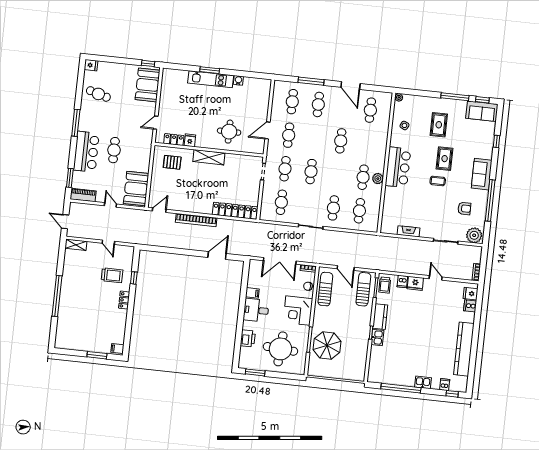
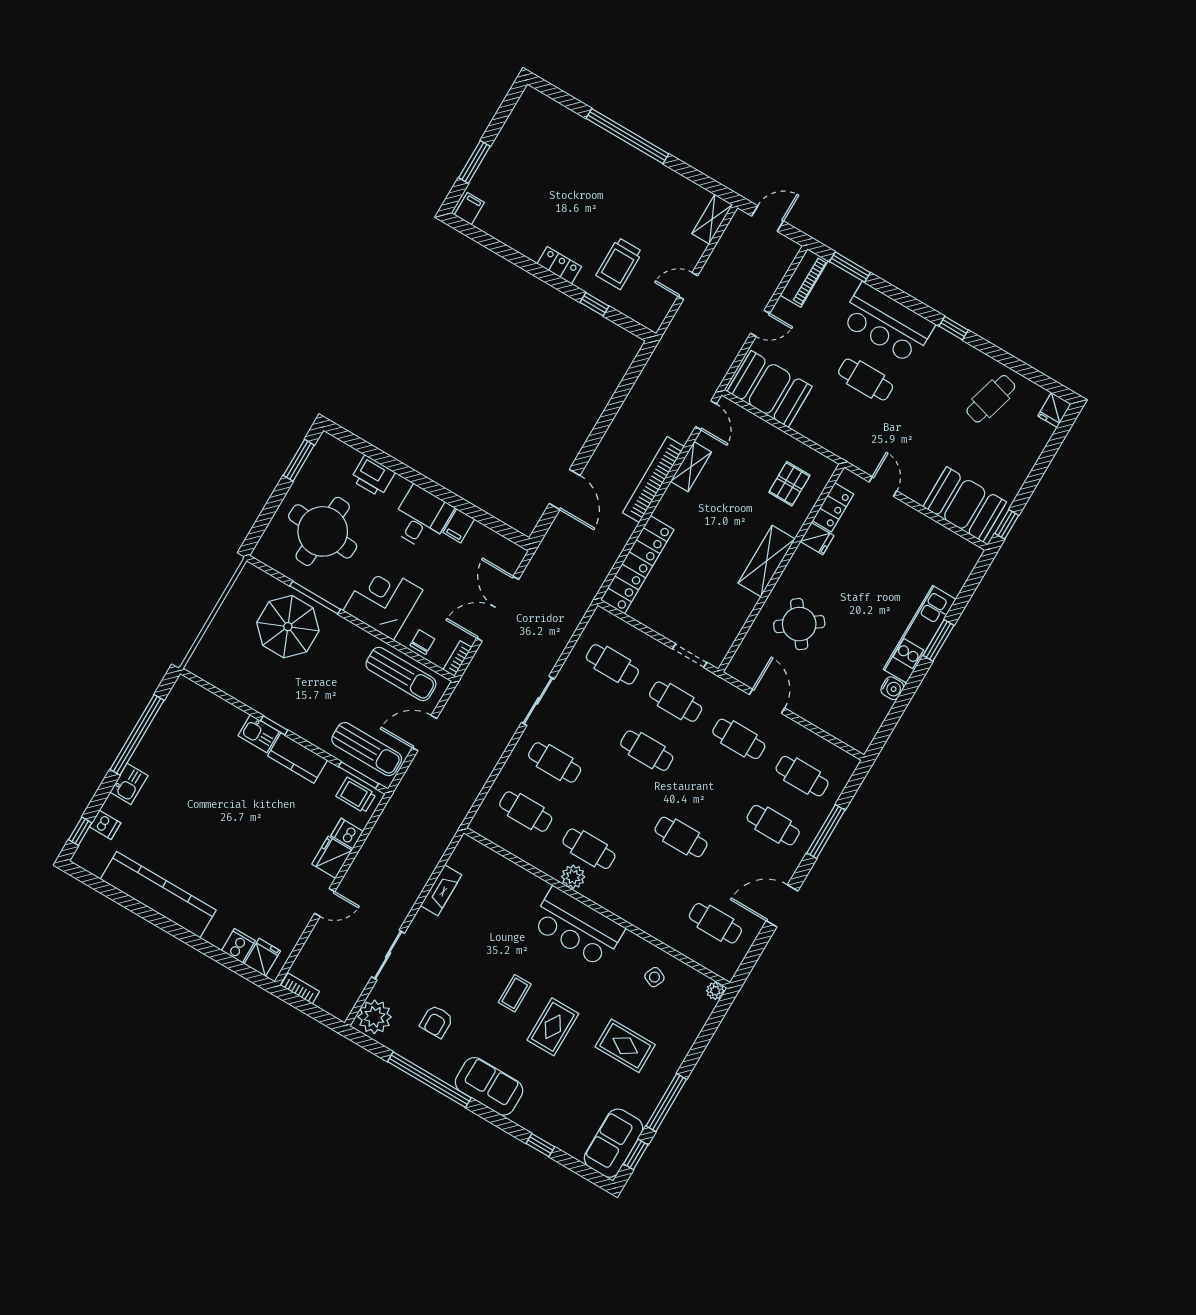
window: (76, 123) -> (954, 328), width x0.46
round table: (229, 132) -> (799, 624), turned -37
rug: (445, 159) -> (553, 1027), turned 90
shelving: (184, 207) -> (691, 467), added

